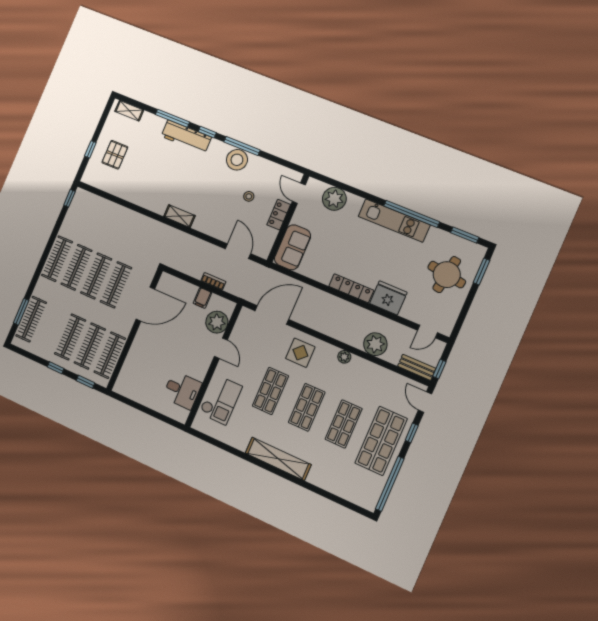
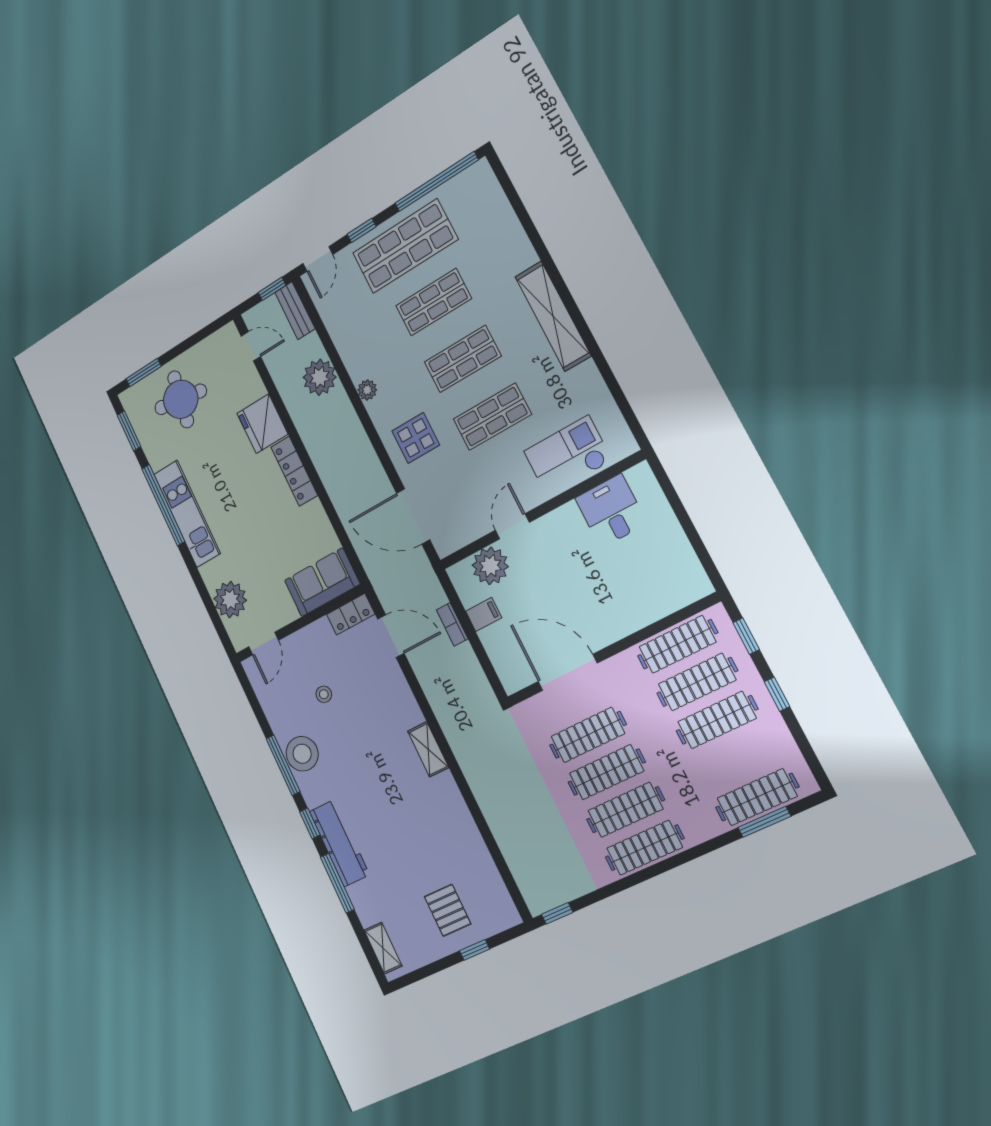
pallet: (115, 155) -> (448, 910), turned 90
locker: (279, 215) -> (351, 614), moved
door: (238, 251) -> (391, 636), swing flipped

